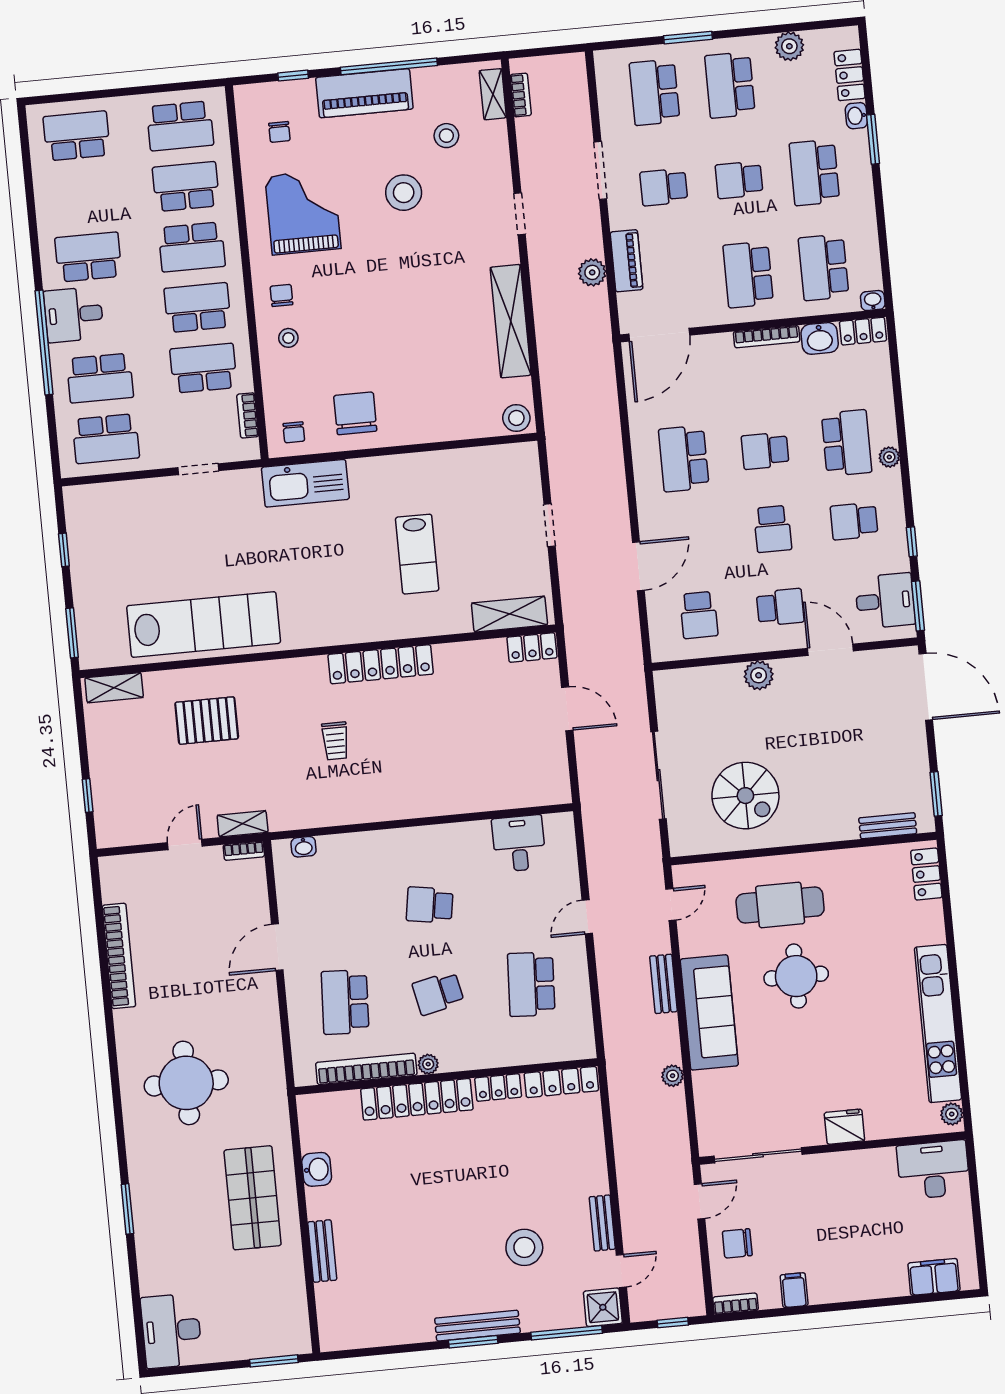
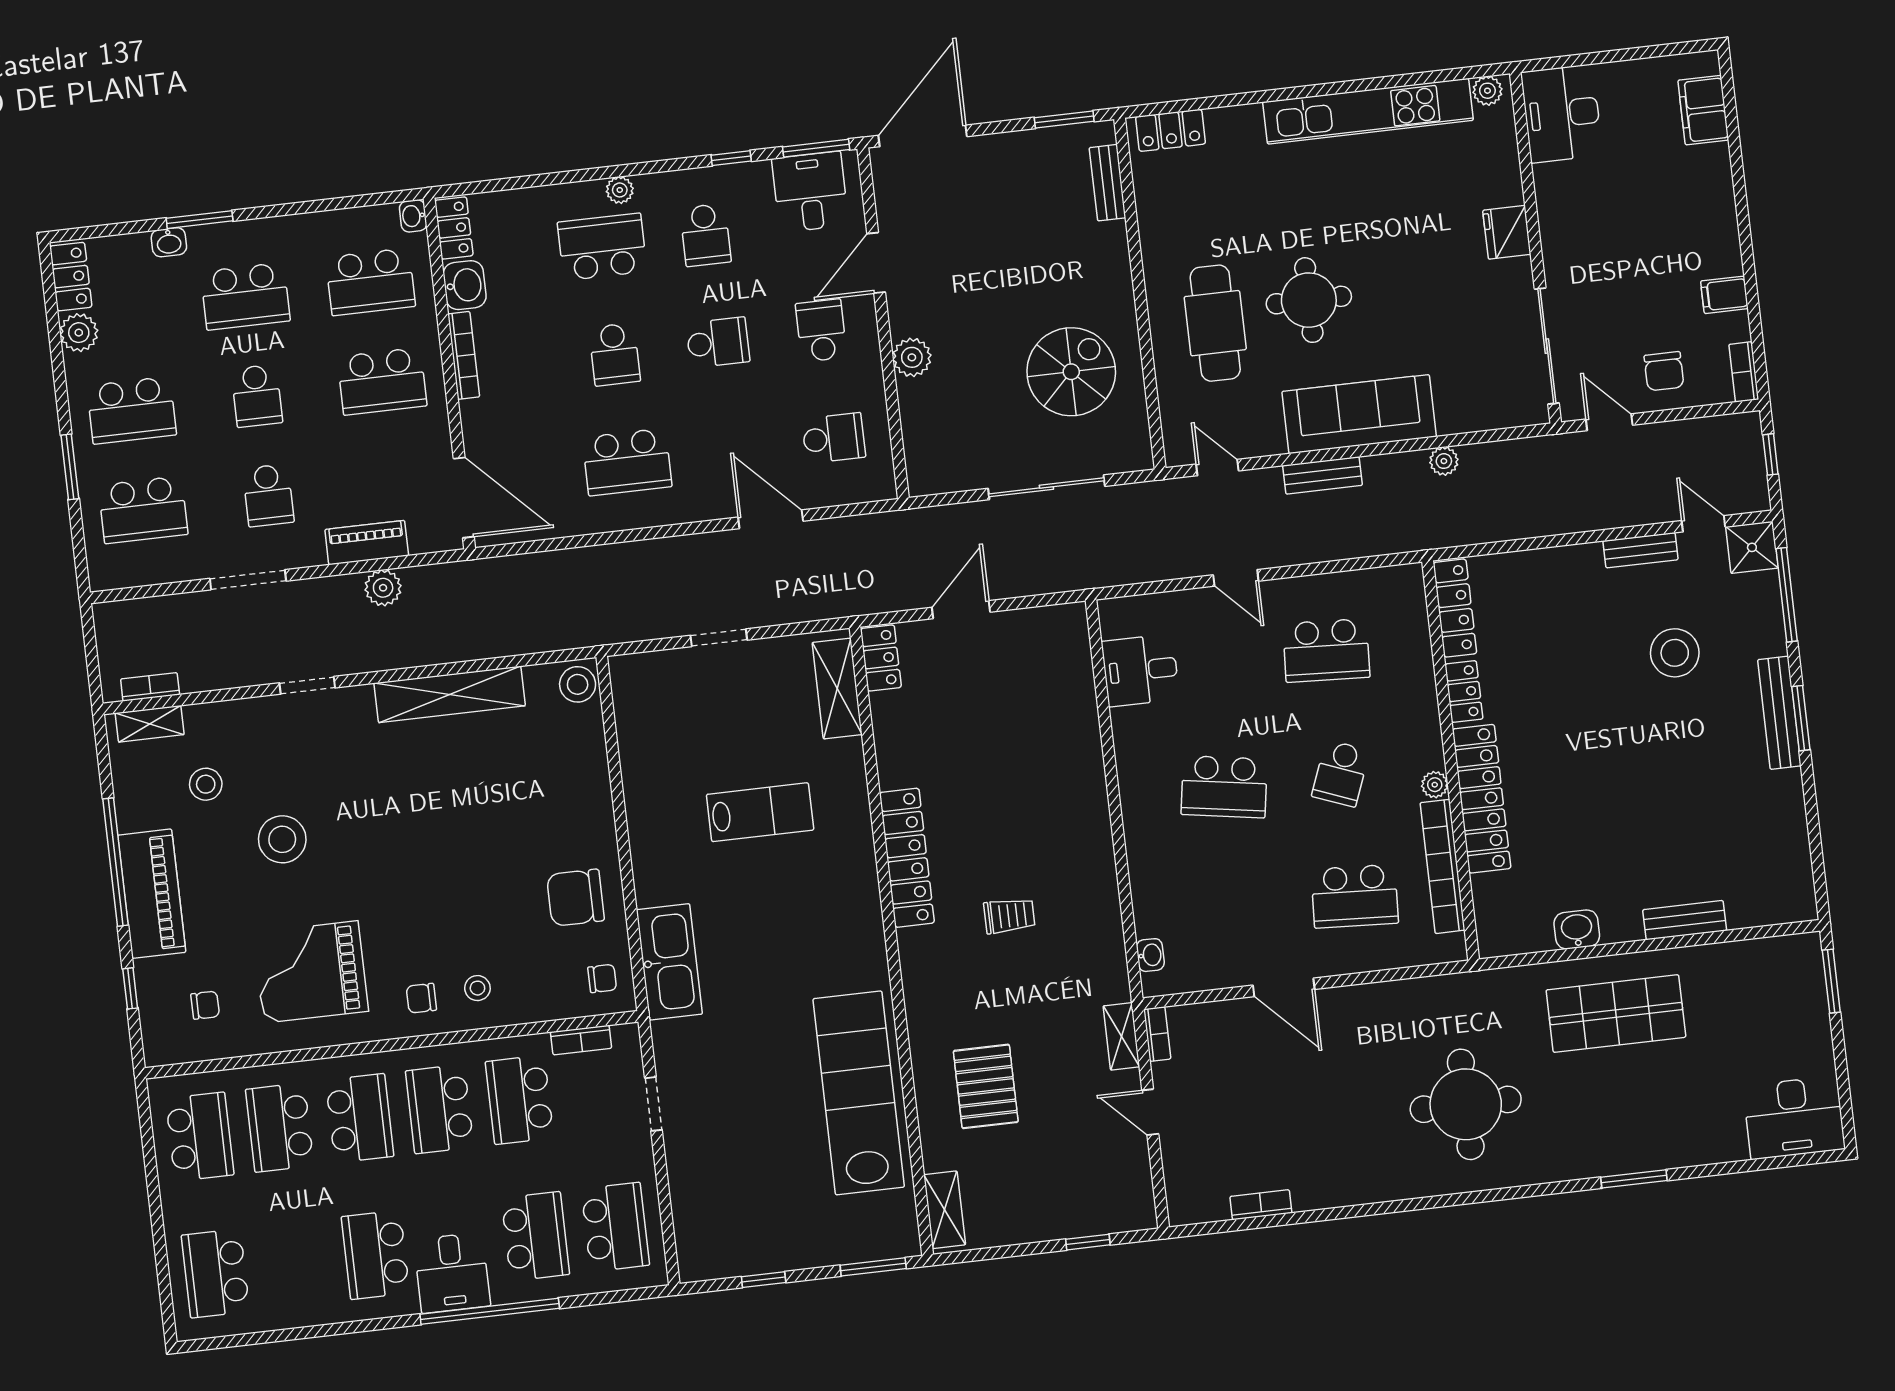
locker: (850, 75) -> (71, 277), moved, turned -90
school desk: (430, 905) -> (1224, 787), width x1.85
bookcase: (119, 956) -> (1261, 1205), width x0.43, depth x0.76
school desk: (438, 993) -> (1341, 773), turned 33

